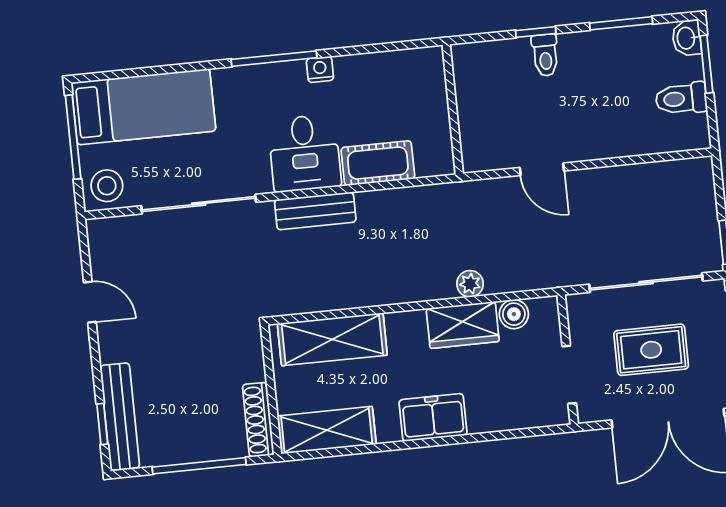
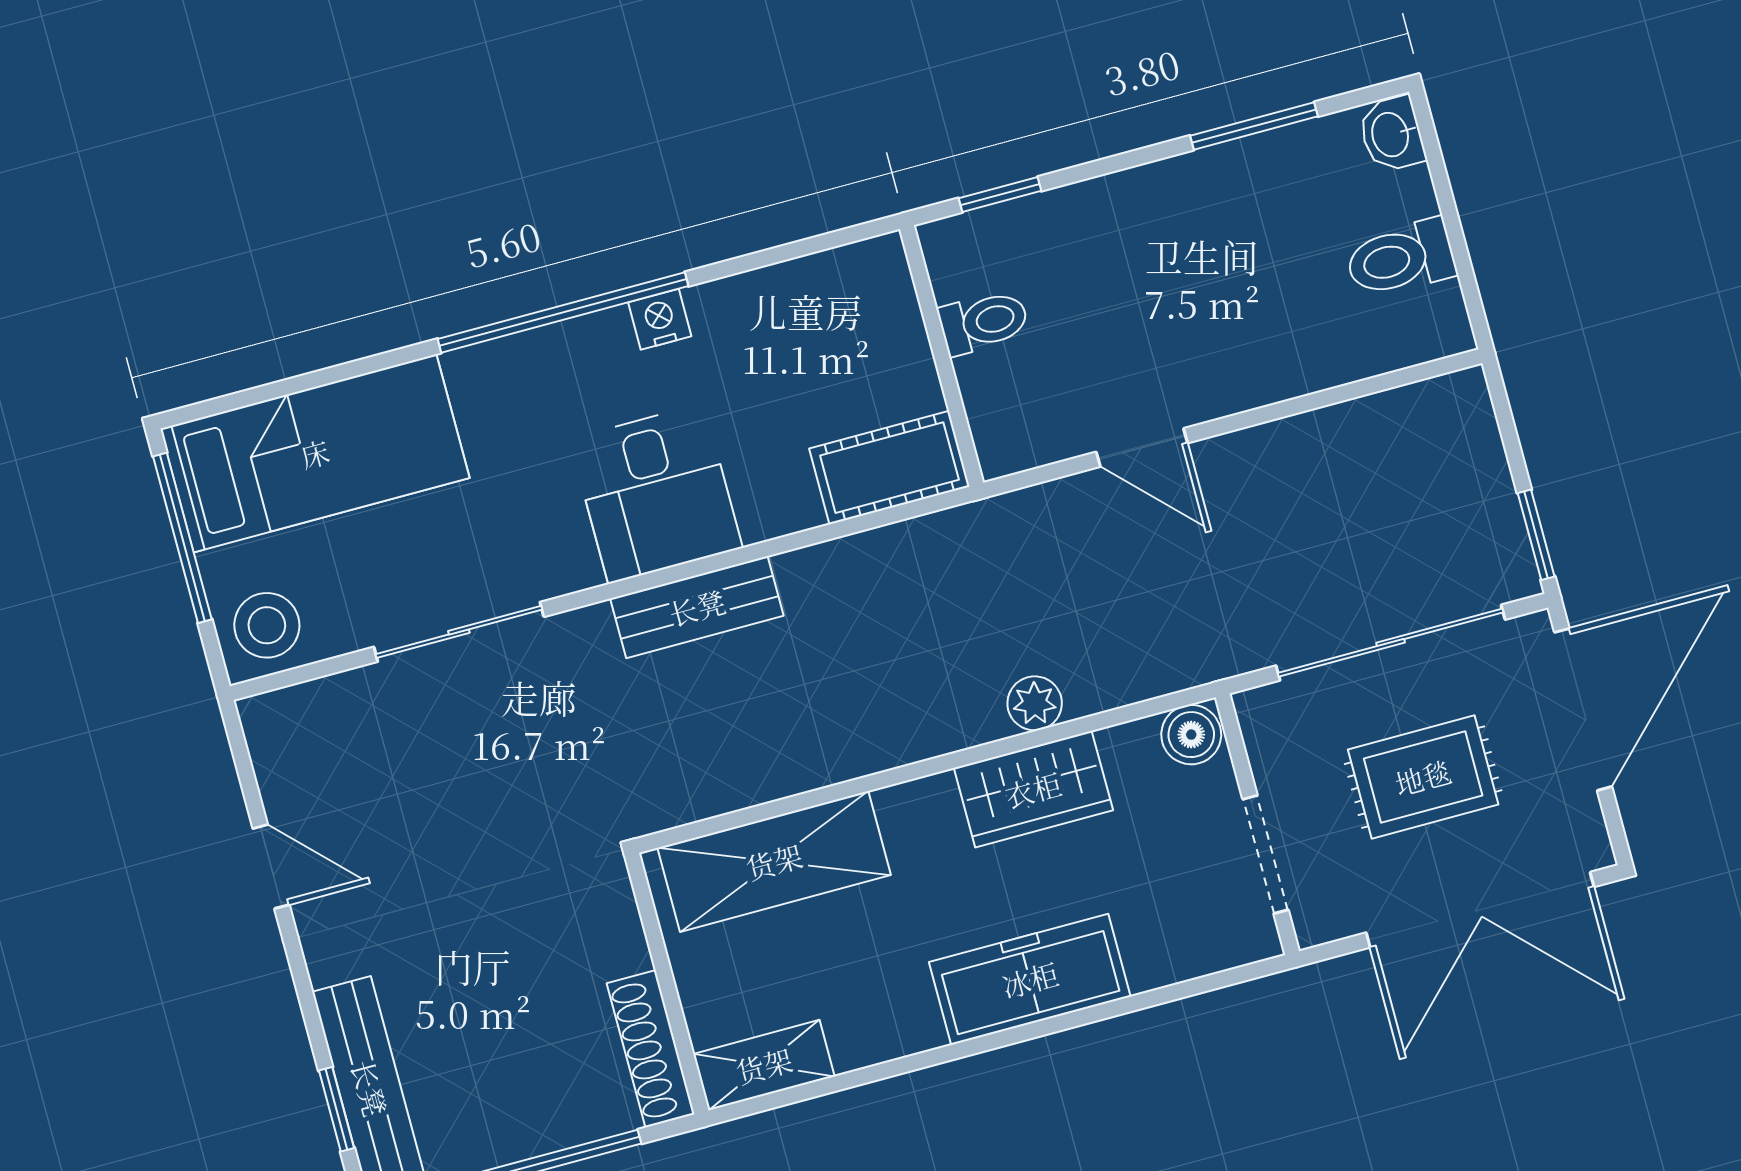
window: (536, 32) -> (1000, 195), moved
toilet: (545, 55) -> (984, 322), moved, turned -90
window: (274, 59) -> (563, 312), width x1.46
window: (706, 64) -> (1440, 180), removed
cot: (378, 163) -> (889, 468), moved
sliding door: (199, 204) -> (459, 632), width x0.73
boiler: (514, 314) -> (1191, 735), moved
freezer: (433, 417) -> (1030, 979), width x1.40
shelving: (327, 430) -> (764, 1065), width x0.67, depth x0.75

